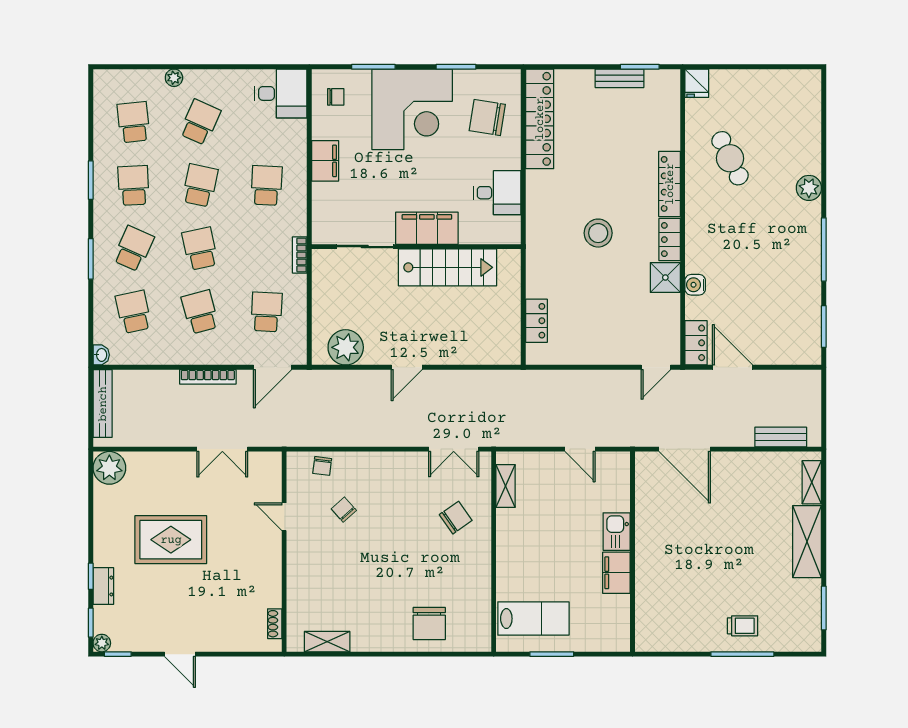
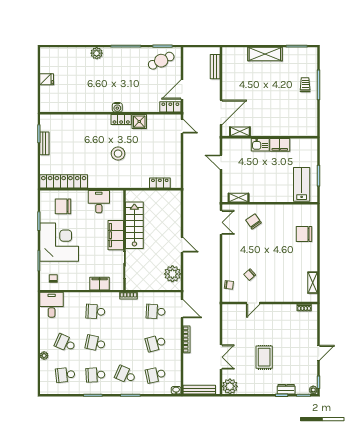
fridge: (697, 83) -> (47, 79), moved
chair: (487, 118) -> (63, 206), turned 81
cafe table: (730, 158) -> (161, 61), moved
filing cabinet: (325, 161) -> (100, 284), moved
locker: (670, 184) -> (95, 120), removed
school desk: (200, 249) -> (125, 343), removed
water cooler: (695, 285) -> (117, 107), moved
double door: (222, 449) -> (221, 357), moved
door: (580, 449) -> (221, 162), swing flipped
shelving: (812, 482) -> (240, 131), moved
rug: (171, 540) -> (264, 357), width x0.73, depth x0.70
chair: (429, 623) -> (304, 234), turned 180

